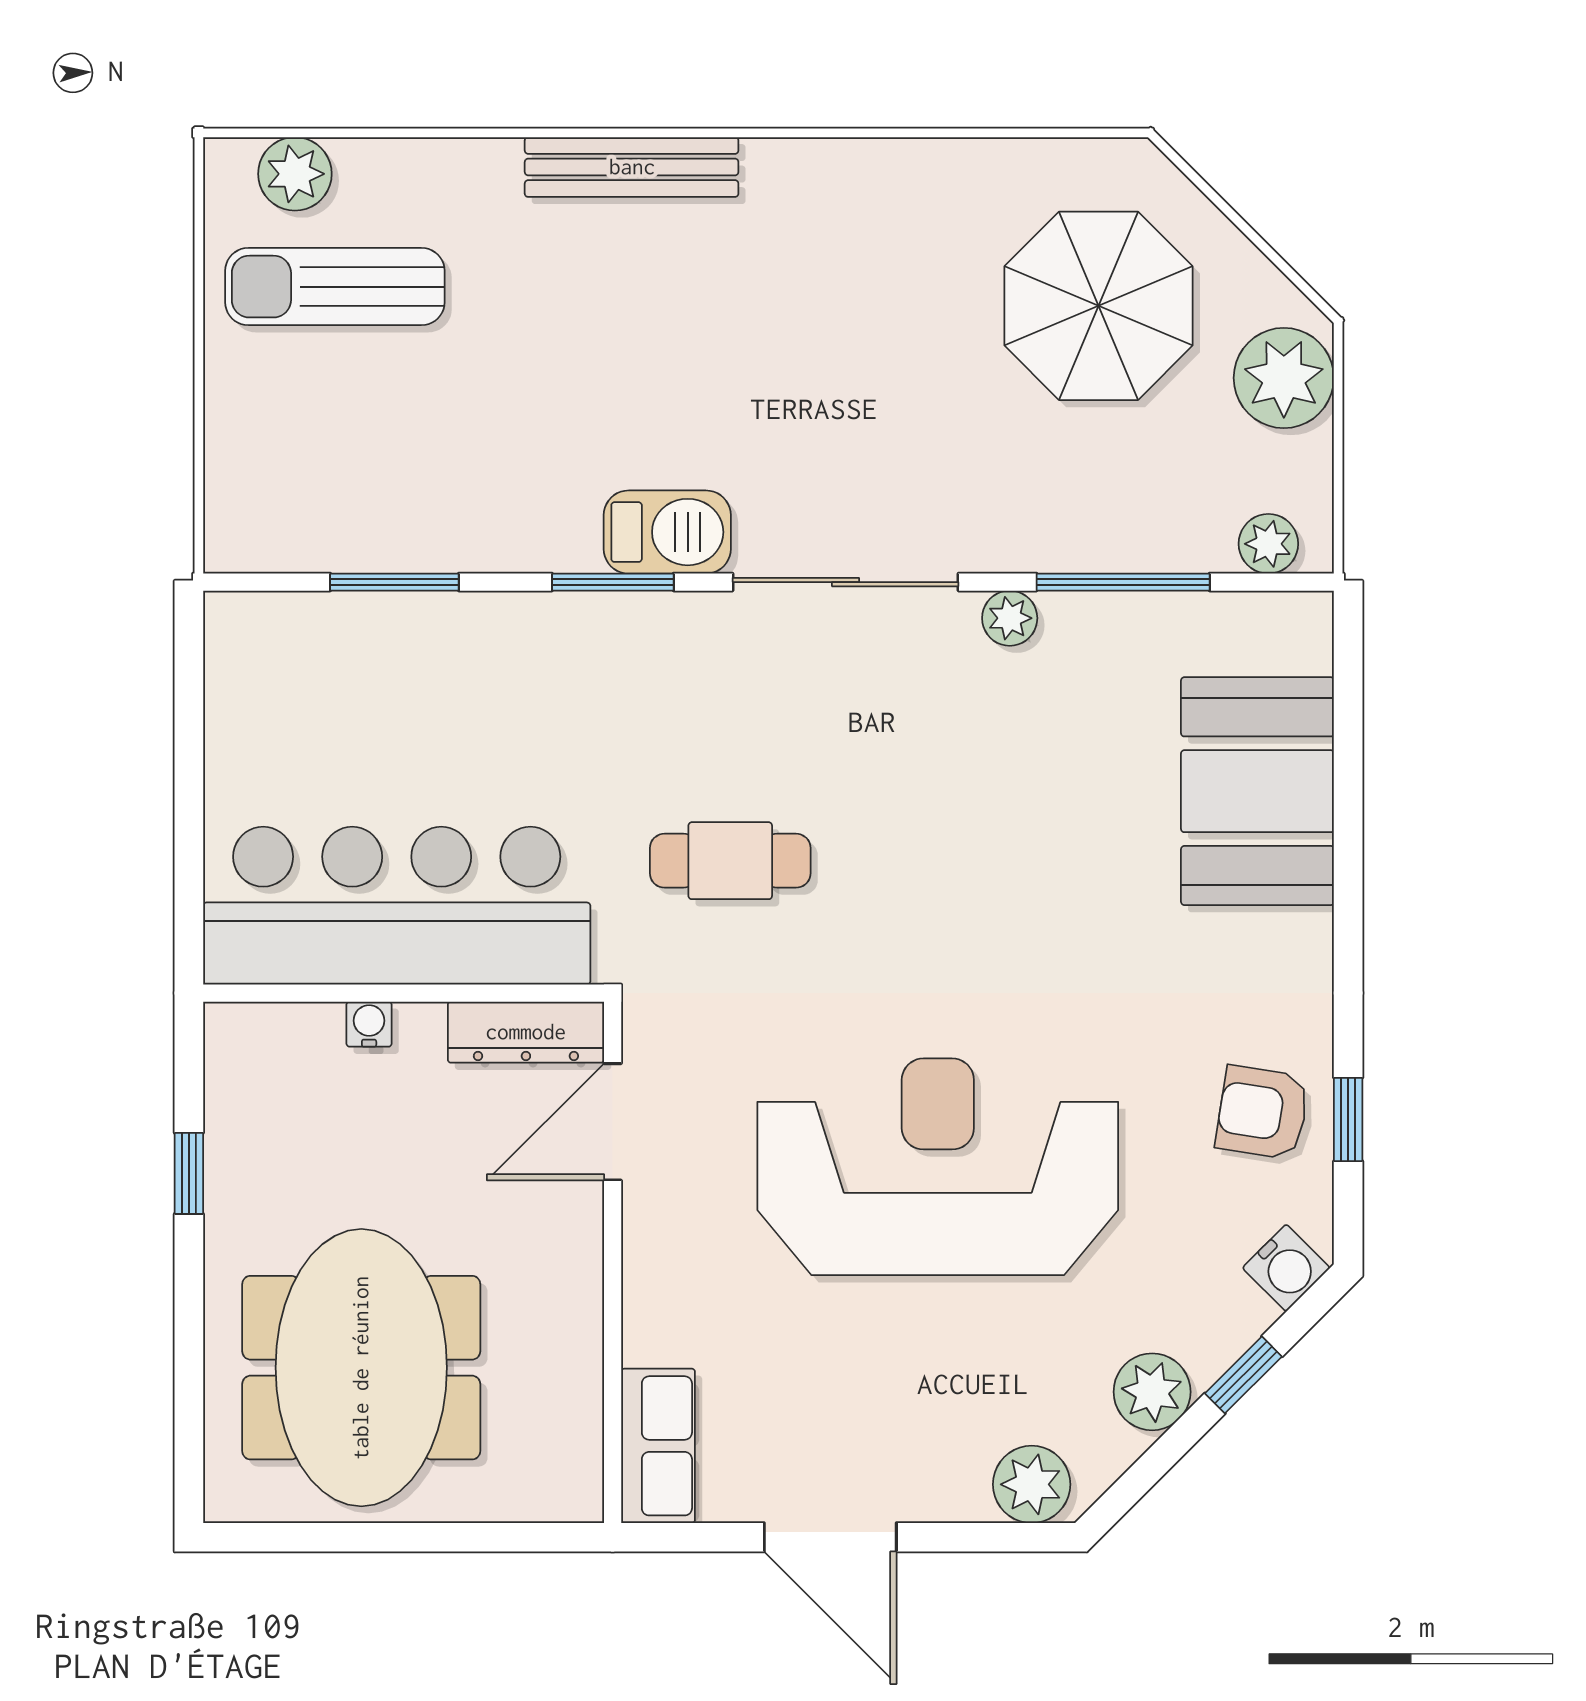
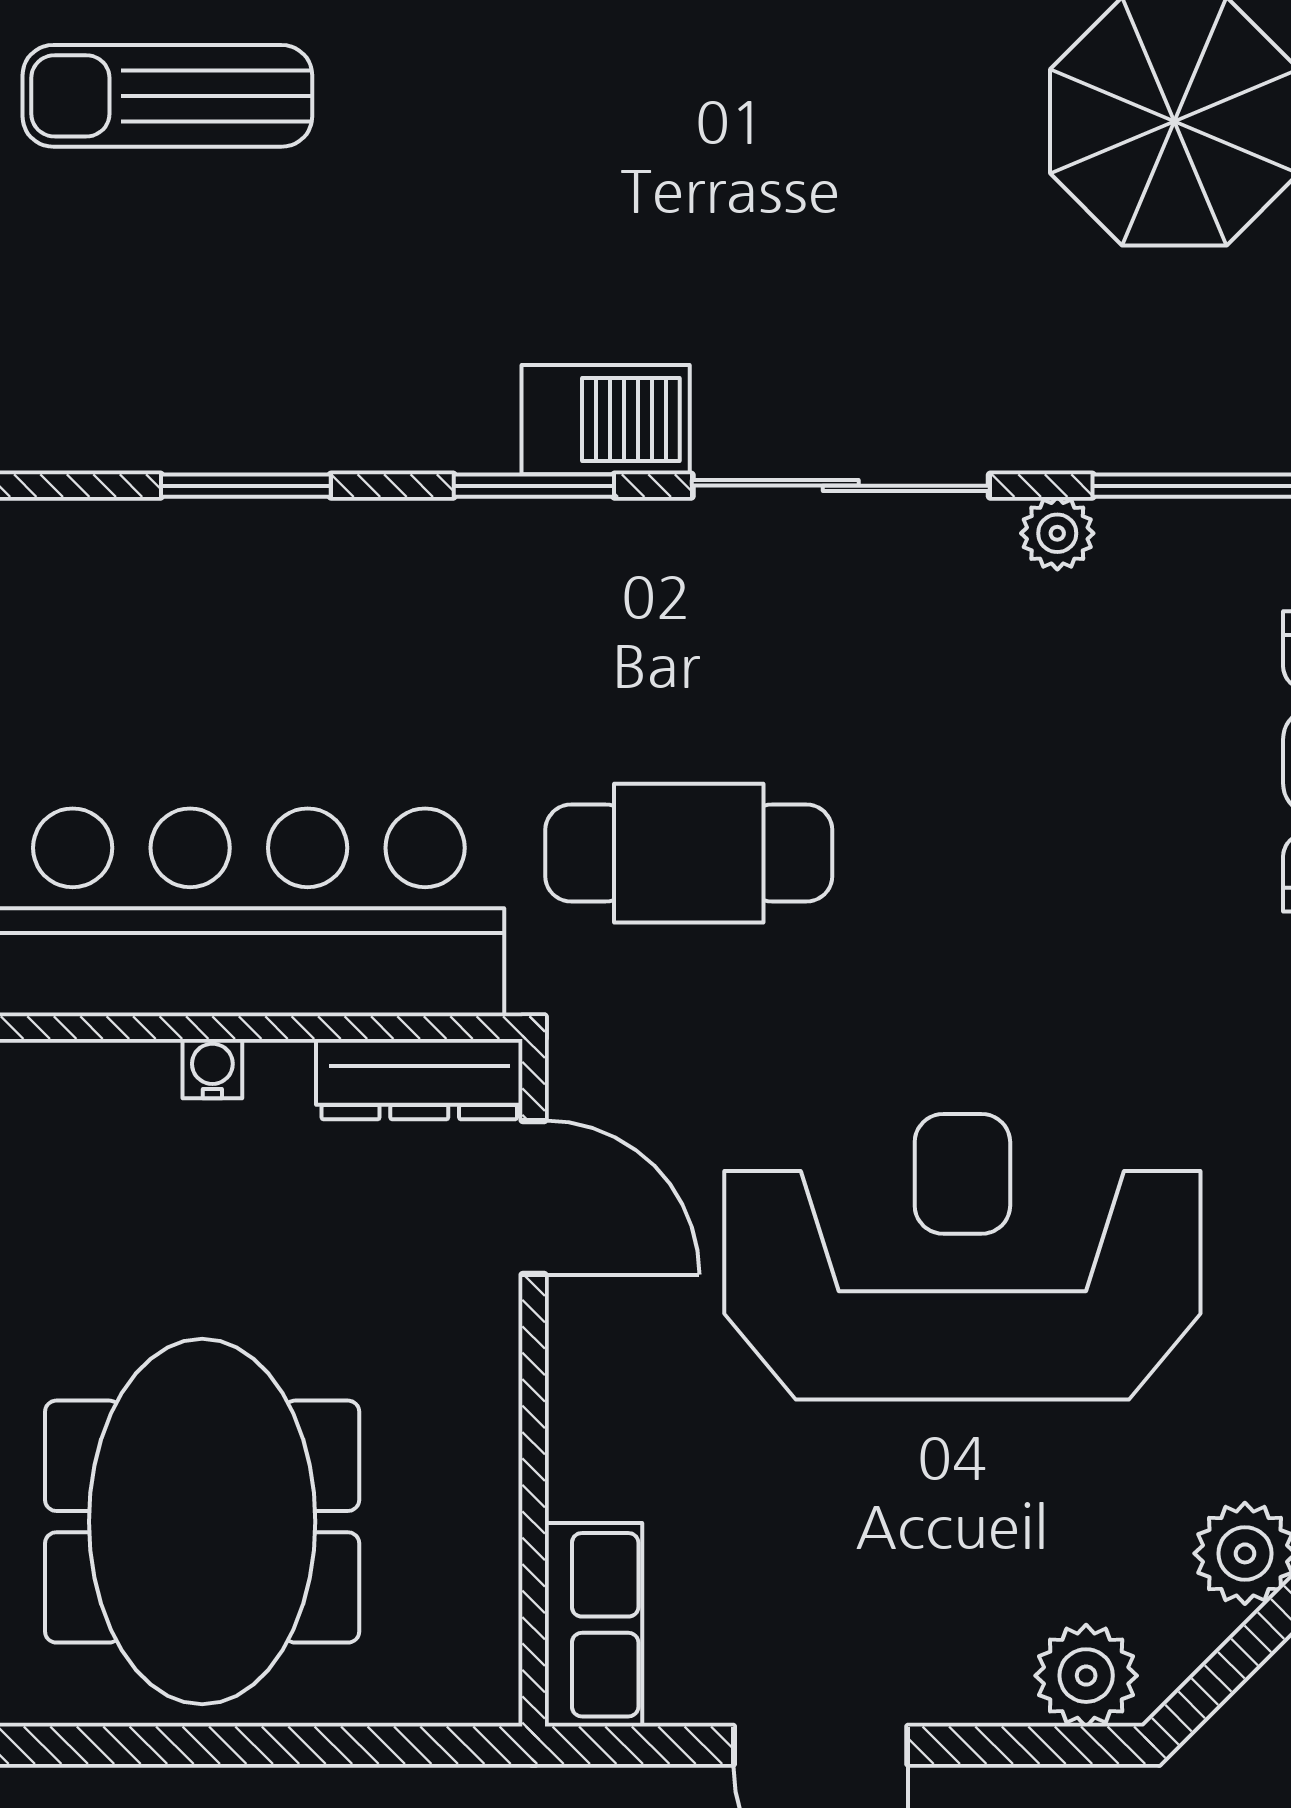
cafe table: (730, 861) -> (689, 853), width x1.37, depth x1.35
door: (613, 1122) -> (534, 1197), swing flipped

